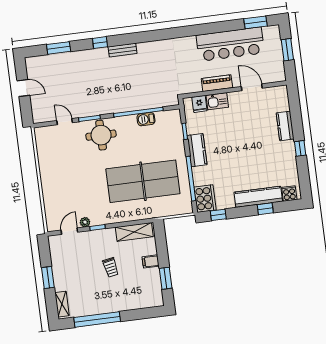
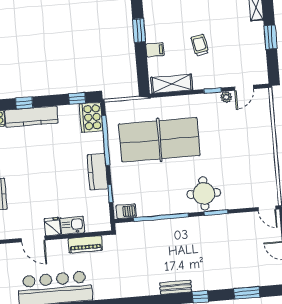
piano: (217, 83) -> (85, 244), moved
fridge: (199, 104) -> (52, 227), moved
barbecue: (146, 119) -> (126, 211), moved
door: (65, 122) -> (267, 208), moved

